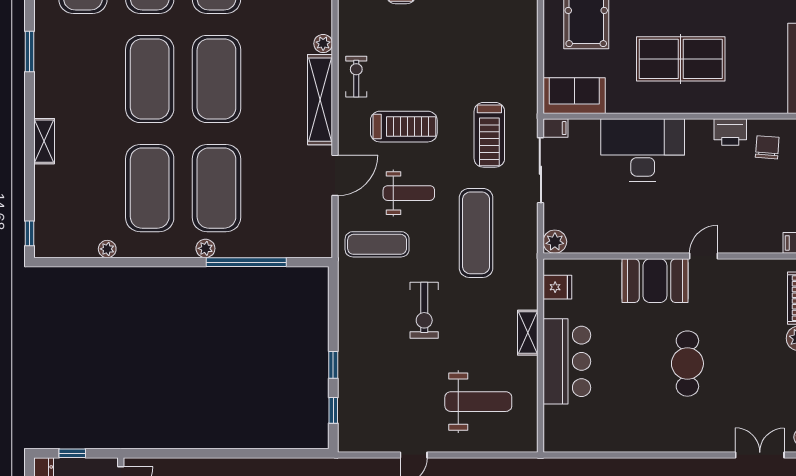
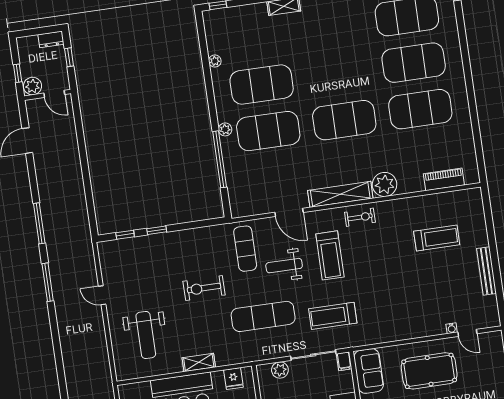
plant: (323, 44) -> (385, 184), width x1.87, depth x1.87
exercise mat: (150, 79) -> (338, 74), removed
weight bench: (409, 193) -> (284, 266), turned 90
plant: (555, 242) -> (280, 370), moved

